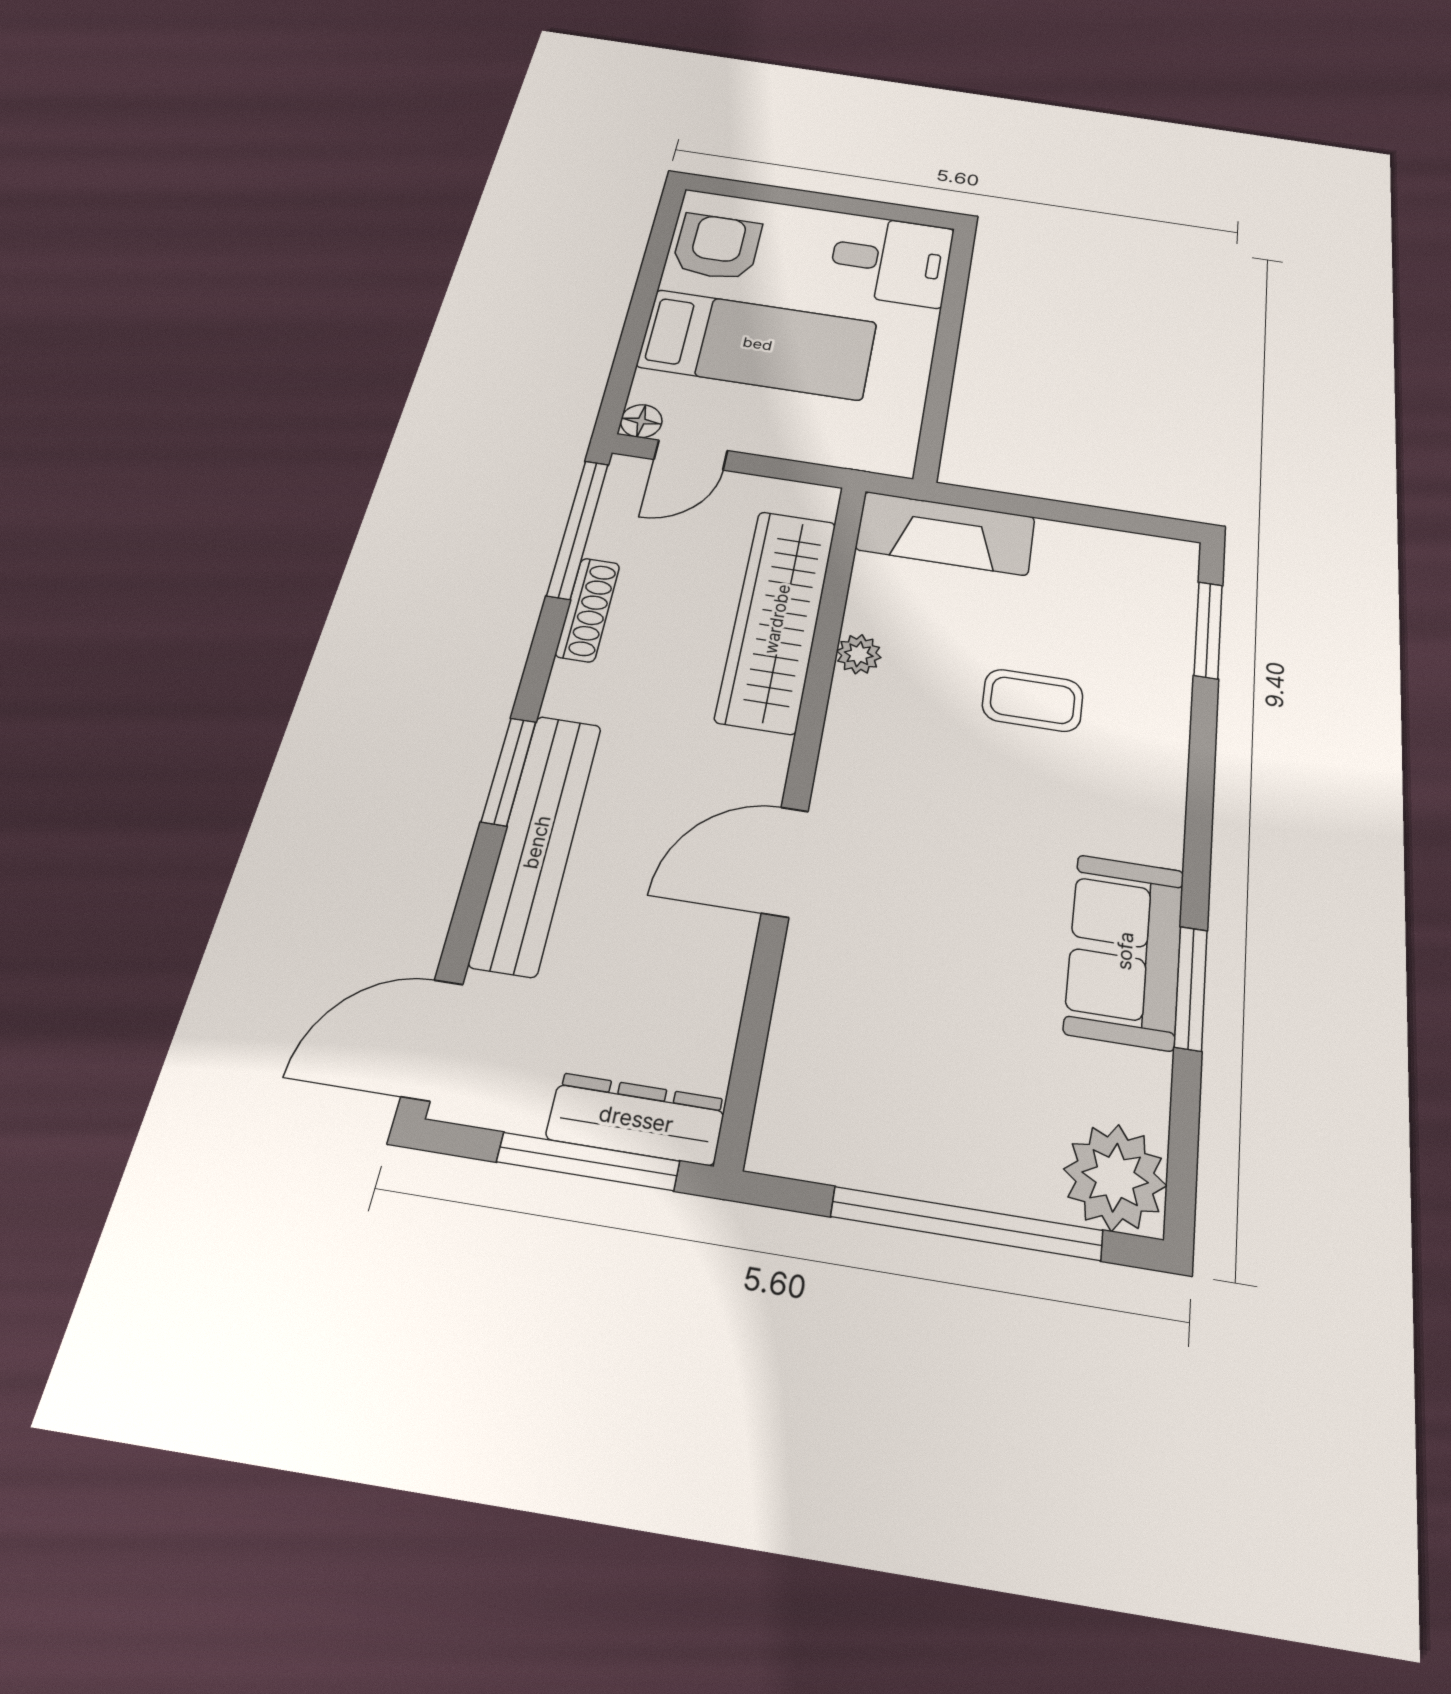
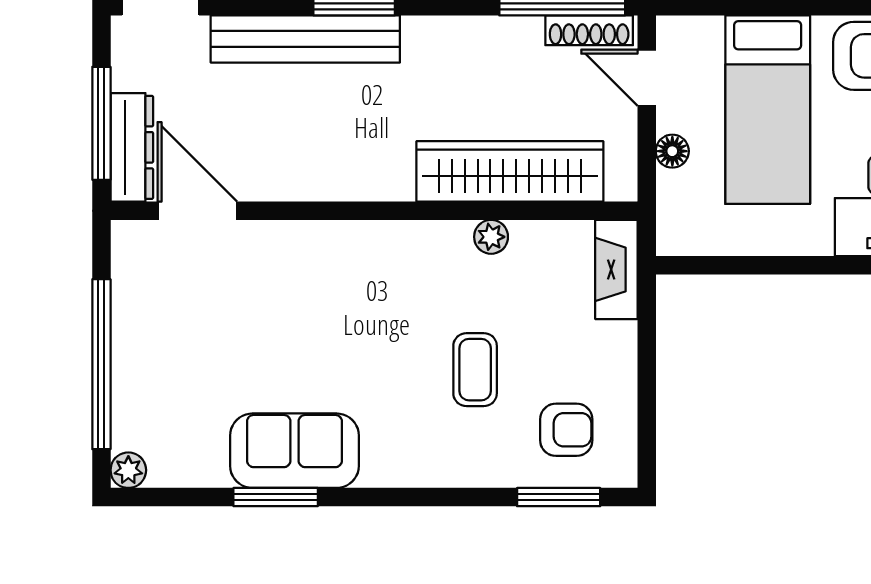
floor lamp: (641, 421) -> (672, 151), moved
fireplace: (945, 533) -> (616, 269), width x0.73, depth x0.76
armchair: (1122, 608) -> (566, 430), added
shoe rack: (588, 610) -> (589, 30), moved
door: (785, 862) -> (197, 211), moved
plant: (1115, 1177) -> (128, 470), width x0.53, depth x0.53

